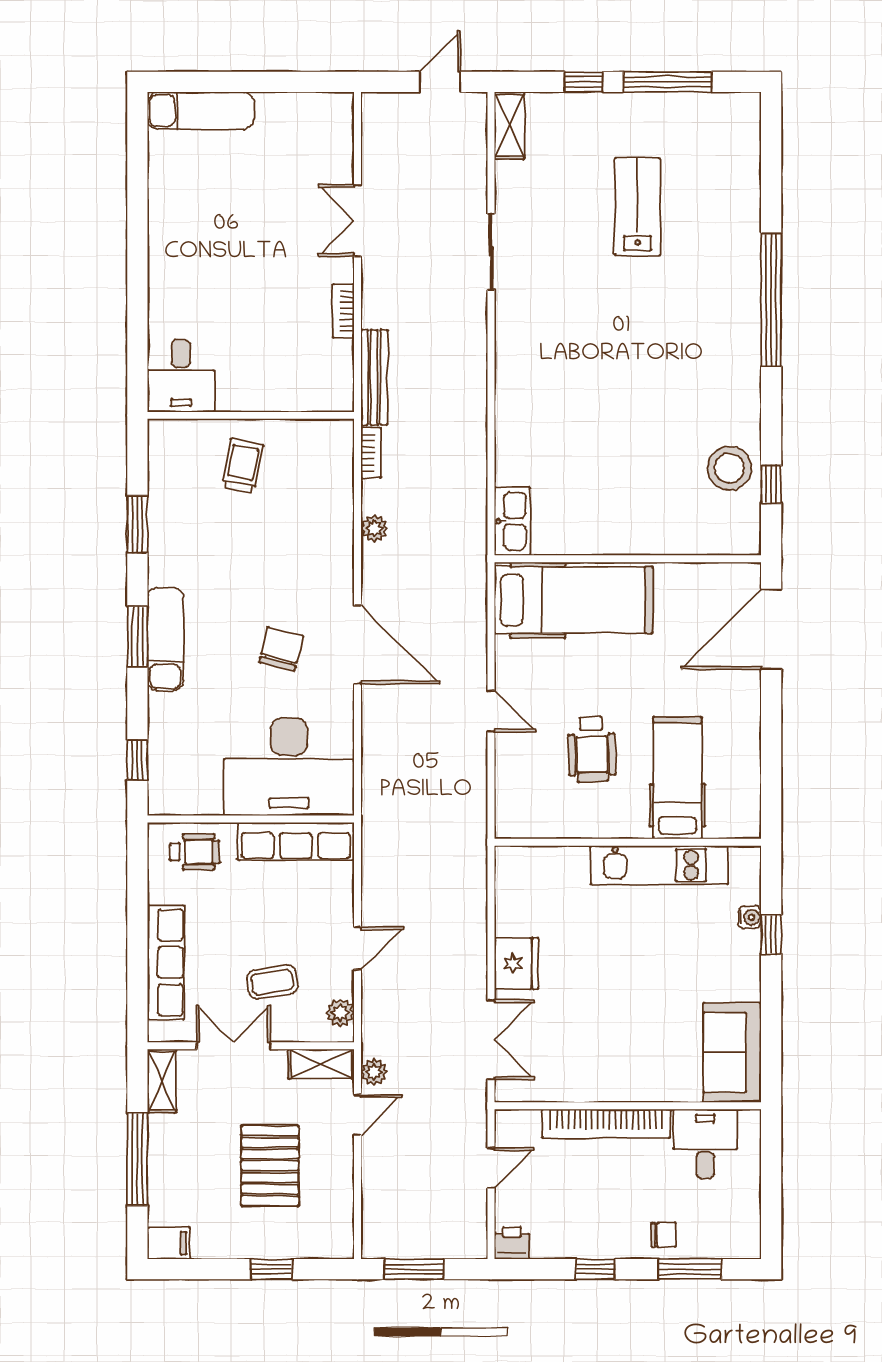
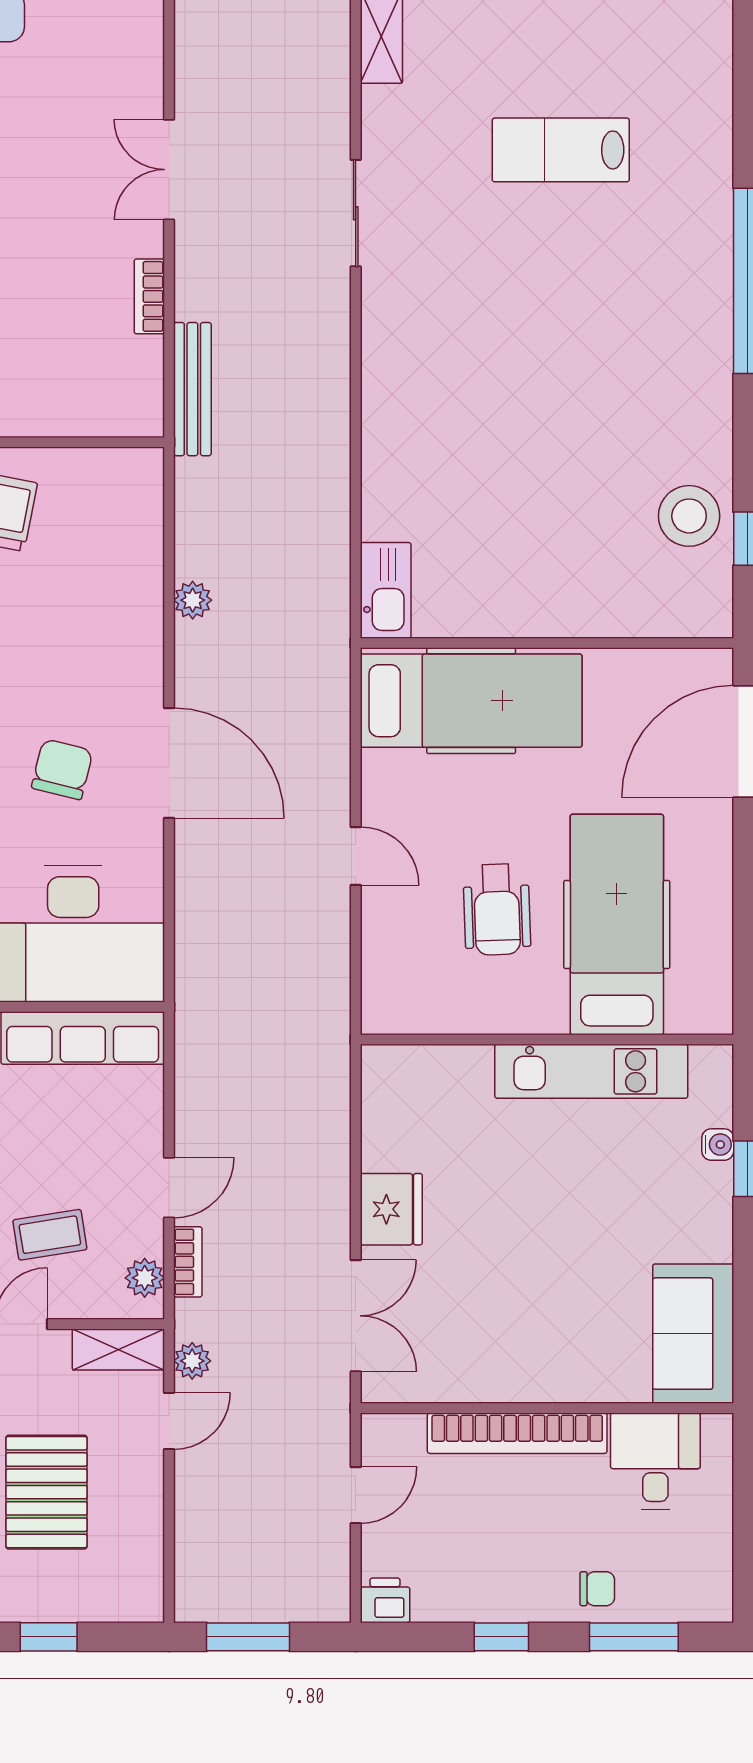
lab bench: (638, 206) -> (561, 150), turned -90
bookcase: (371, 453) -> (188, 1262), moved
hospital bed: (678, 778) -> (617, 925), width x1.37, depth x1.29

